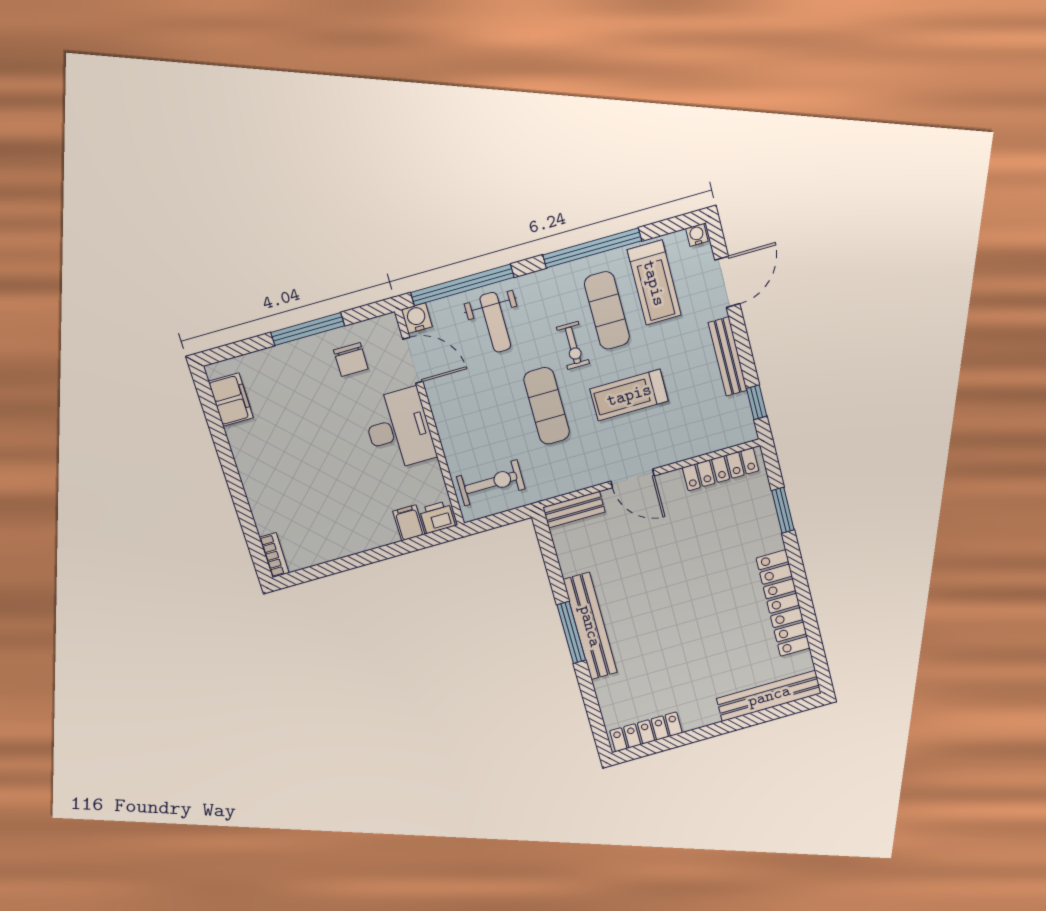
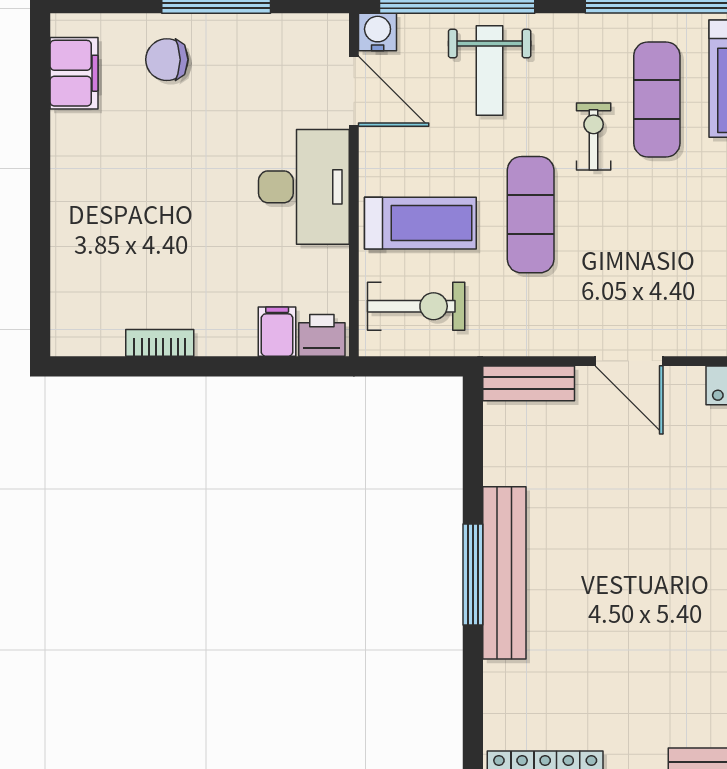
exercise bike: (573, 345) -> (594, 136), turned 180
chair: (351, 360) -> (167, 60), moved, turned 90
treadmill: (629, 395) -> (420, 223), moved, turned 180
bookcase: (274, 555) -> (160, 343), moved, turned -90

